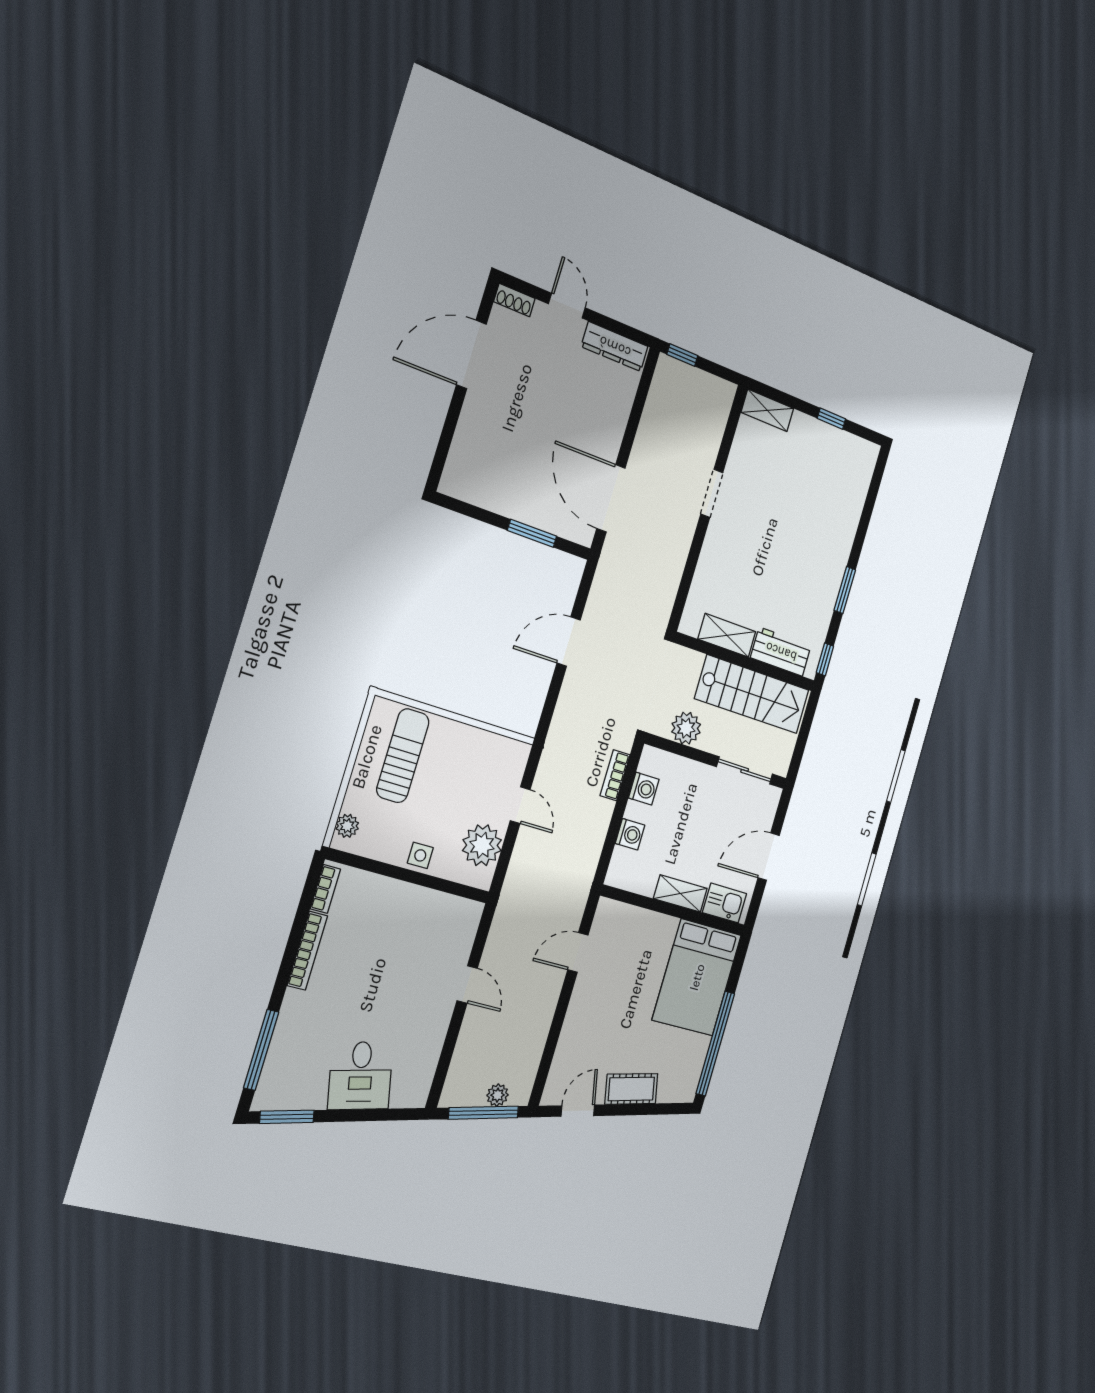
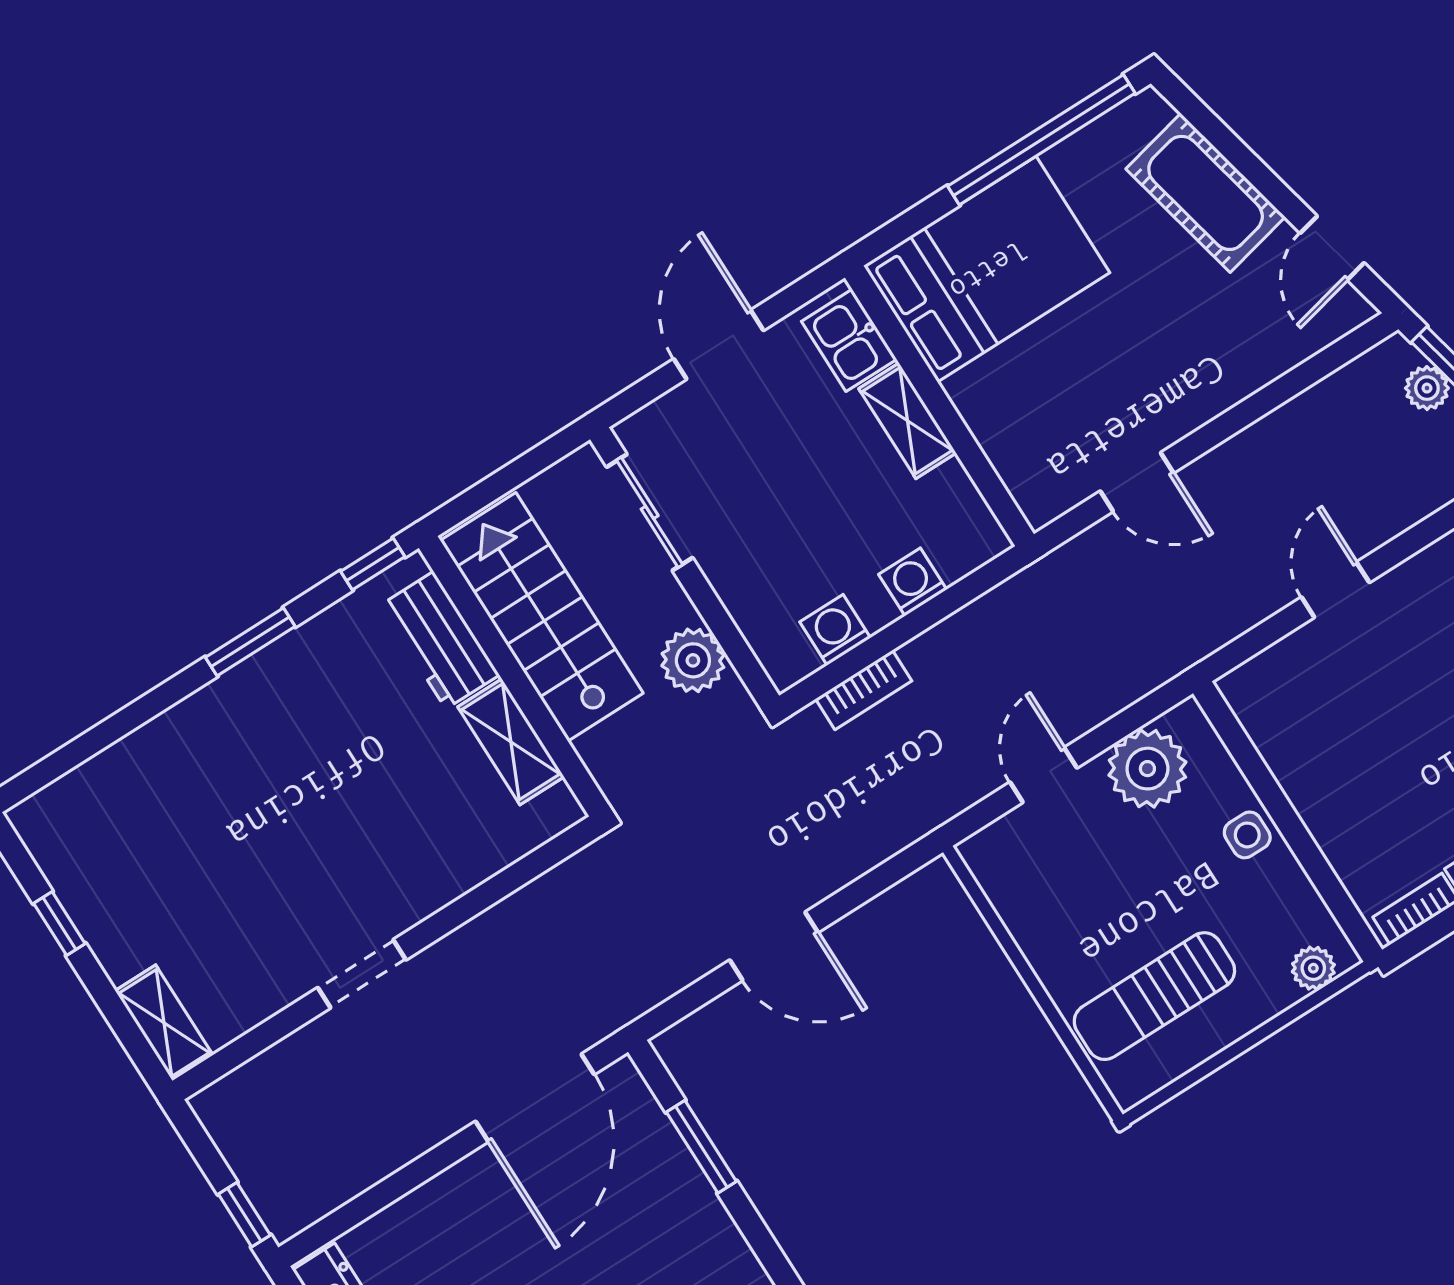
door: (769, 857) -> (719, 345), swing flipped
cot: (631, 1089) -> (1206, 193), width x1.37, depth x1.34
door: (578, 1111) -> (1332, 248), hinge flipped

